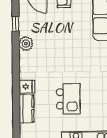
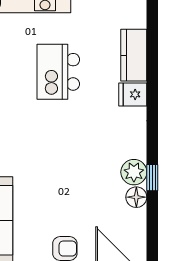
window: (16, 24) -> (152, 178), moved
floor lamp: (24, 30) -> (136, 197), added

